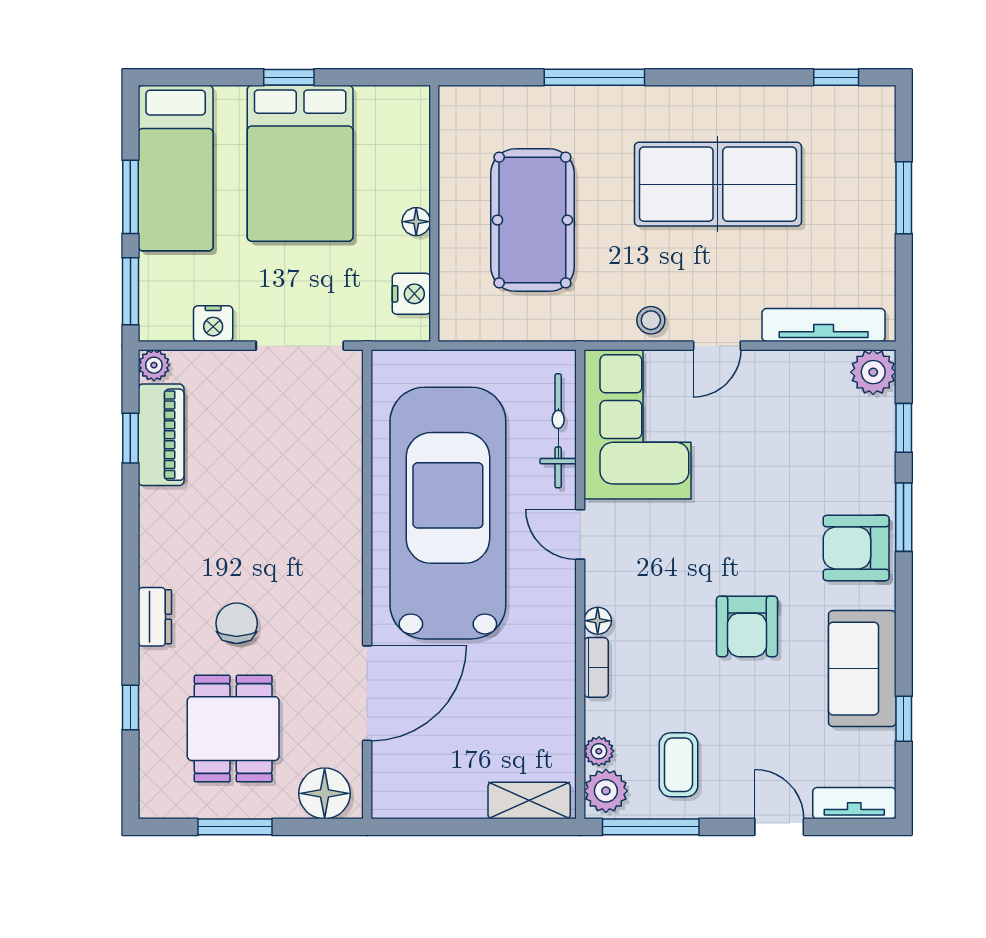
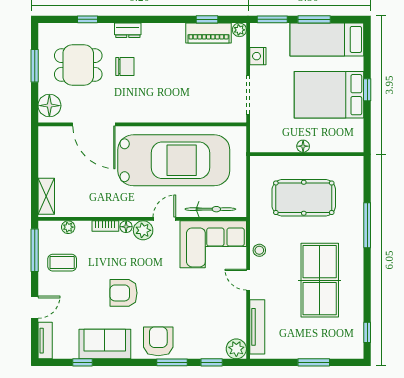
nightstand: (411, 294) -> (271, 144), removed
plant: (606, 791) -> (143, 230), moved

